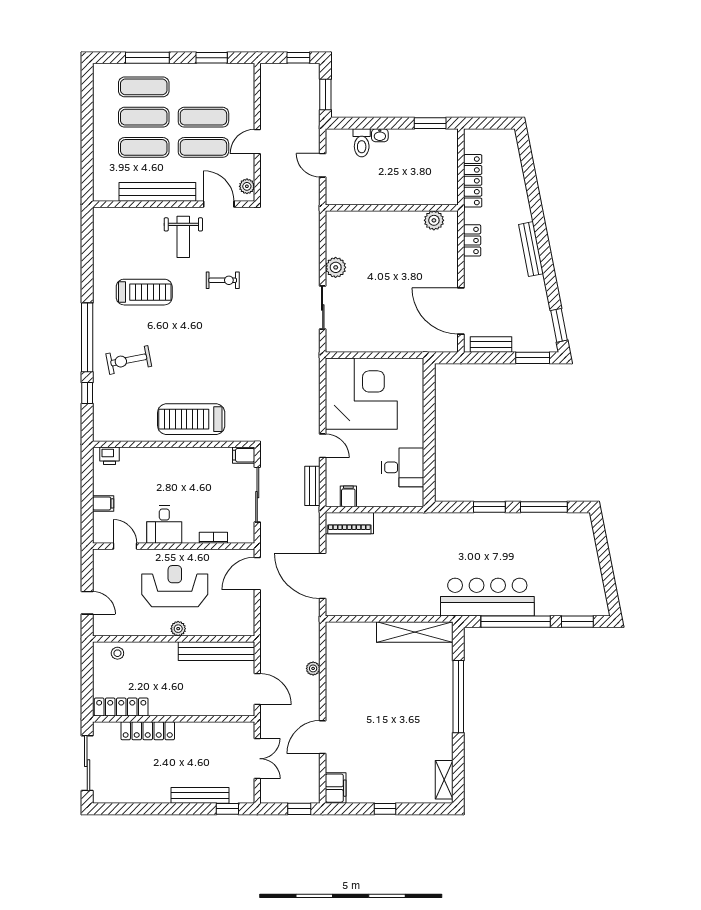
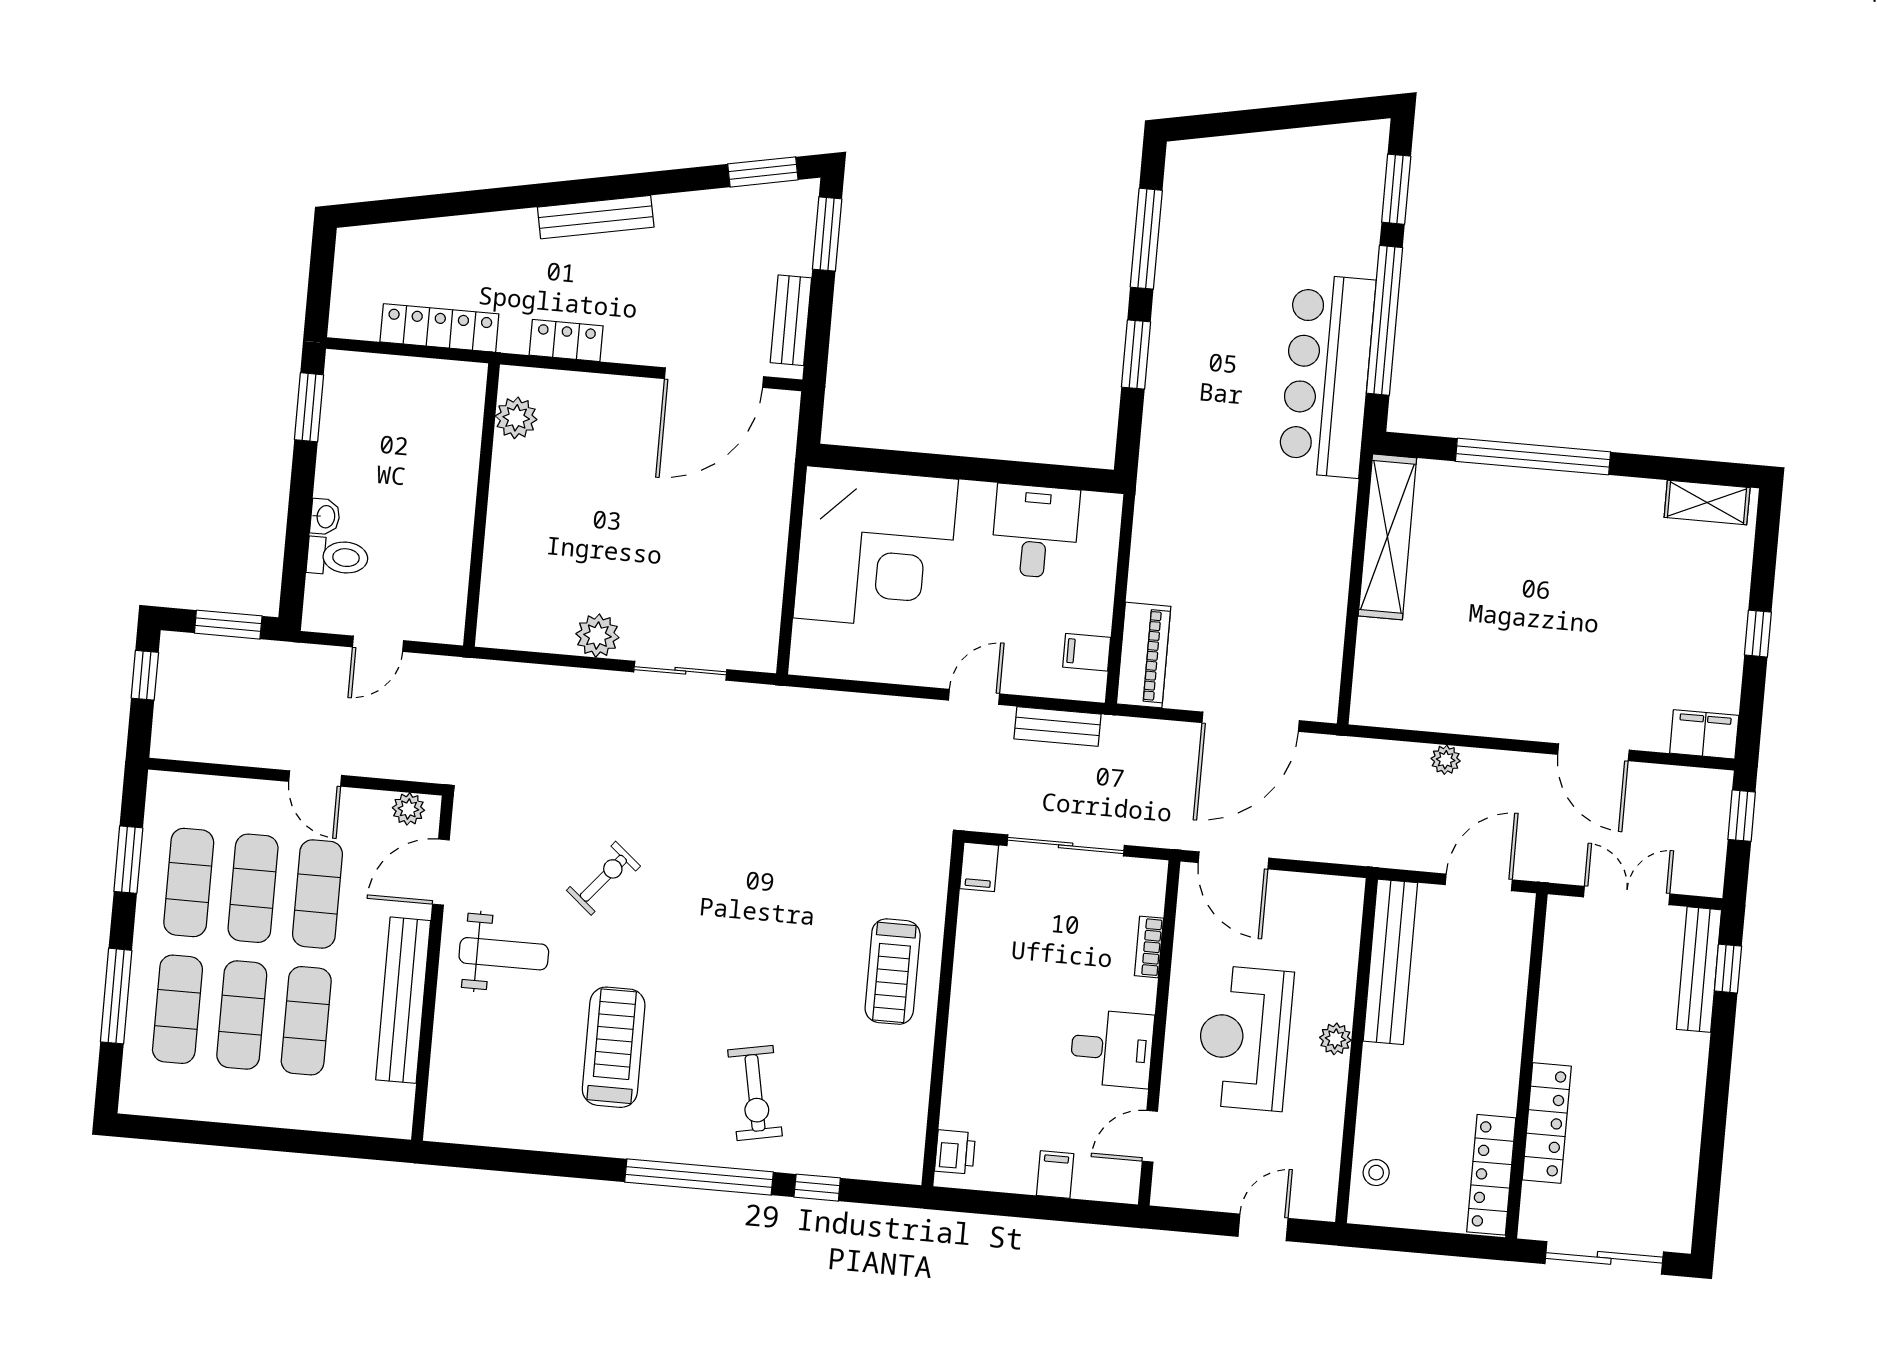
exercise mat: (203, 87) -> (189, 882), added
exercise bike: (223, 280) -> (603, 878), turned 40
corner desk: (361, 394) -> (876, 549), moved, turned 180
treadmill: (191, 419) -> (893, 972), width x0.73, depth x0.73
bench: (200, 795) -> (1699, 970), moved

